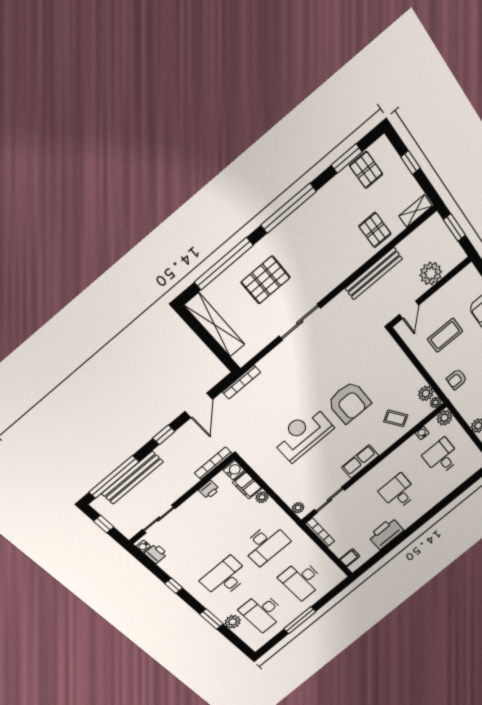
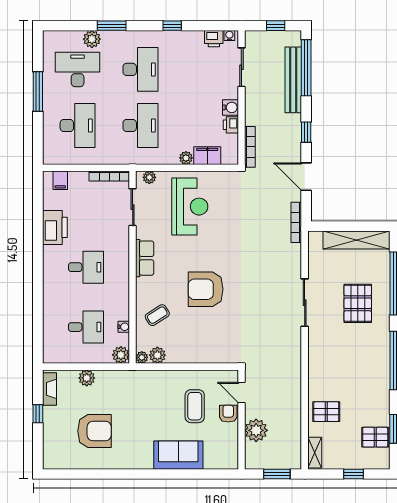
bench: (374, 274) -> (294, 386), removed
armchair: (457, 379) -> (228, 414), moved
reception desk: (303, 434) -> (190, 207), moved
water cooler: (234, 470) -> (230, 107), moved, turned -90
desk: (266, 544) -> (140, 125), turned 180
desk: (302, 580) -> (78, 125), turned 90

